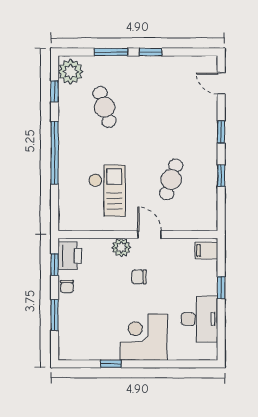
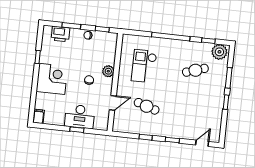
checkout: (107, 191) -> (144, 66), turned 90
door: (149, 235) -> (113, 103), moved
filing cabinet: (206, 251) -> (39, 116), moved
printer: (70, 256) -> (60, 34), moved
desk: (199, 319) -> (80, 117), moved

